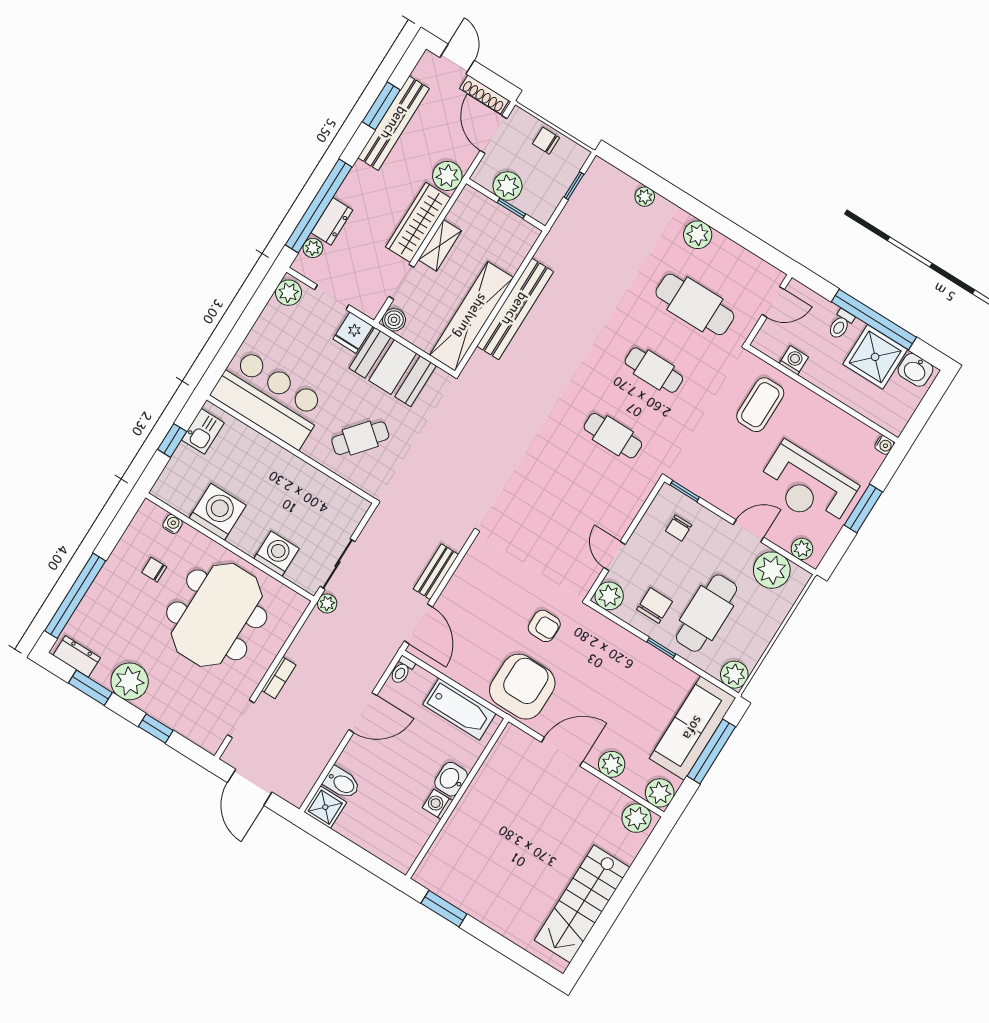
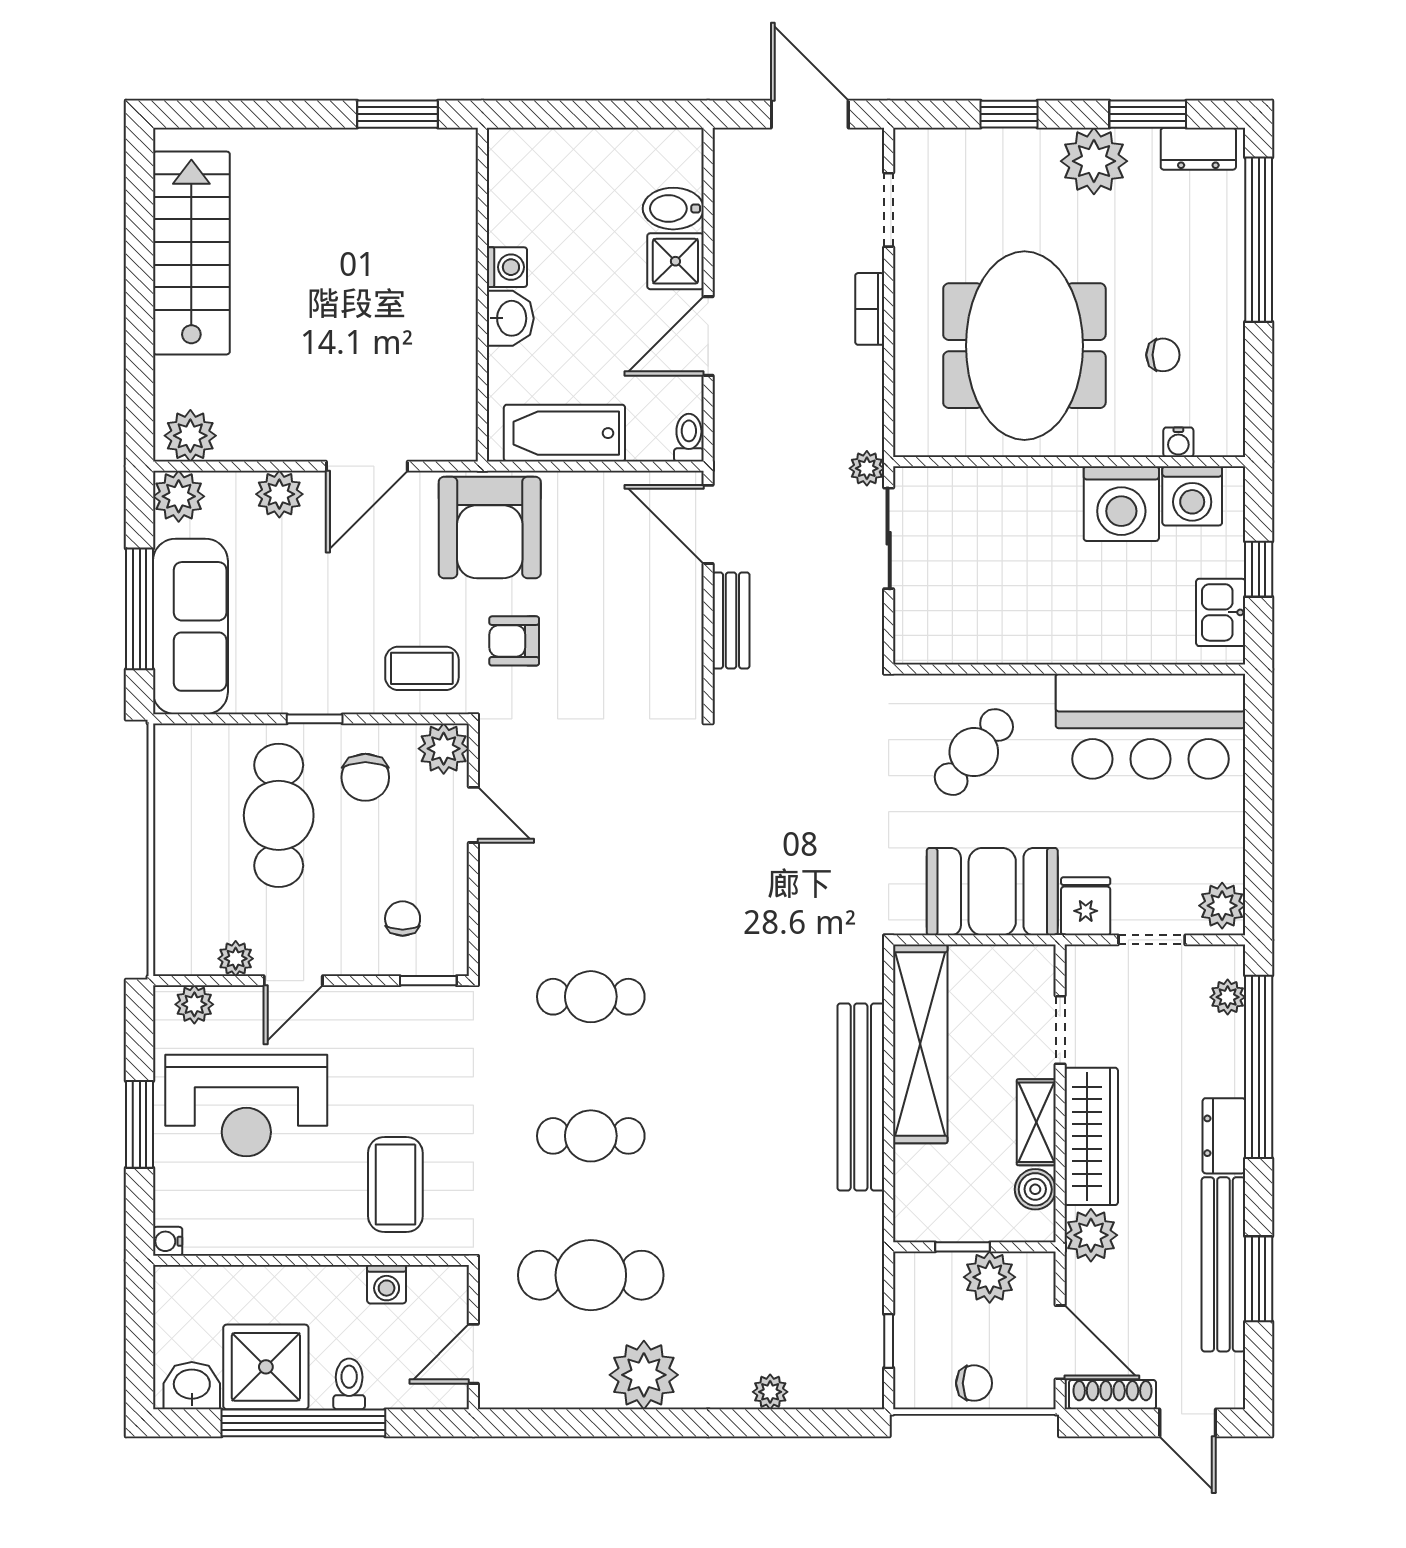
dresser: (332, 221) -> (1224, 1136), moved
plant: (698, 235) -> (644, 1375), width x1.36, depth x1.36
boiler: (394, 320) -> (1035, 1189), moved
reception desk: (807, 486) -> (246, 1106), turned 180
washing machine: (276, 554) -> (1192, 496), moved
plant: (772, 570) -> (236, 959), width x0.53, depth x0.53
coffee table: (596, 640) -> (422, 668), added
plant: (734, 675) -> (178, 748), removed
shower: (325, 807) -> (675, 261), moved

